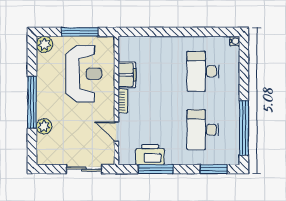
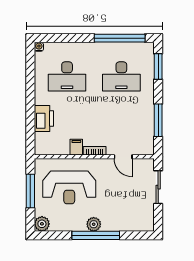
reception desk: (84, 74) -> (69, 187), turned 180
filing cabinet: (127, 75) -> (76, 147), width x0.50
plant: (44, 126) -> (94, 224), moved
door: (116, 132) -> (123, 157), hinge flipped
printer: (150, 155) -> (44, 118), moved, turned 180

